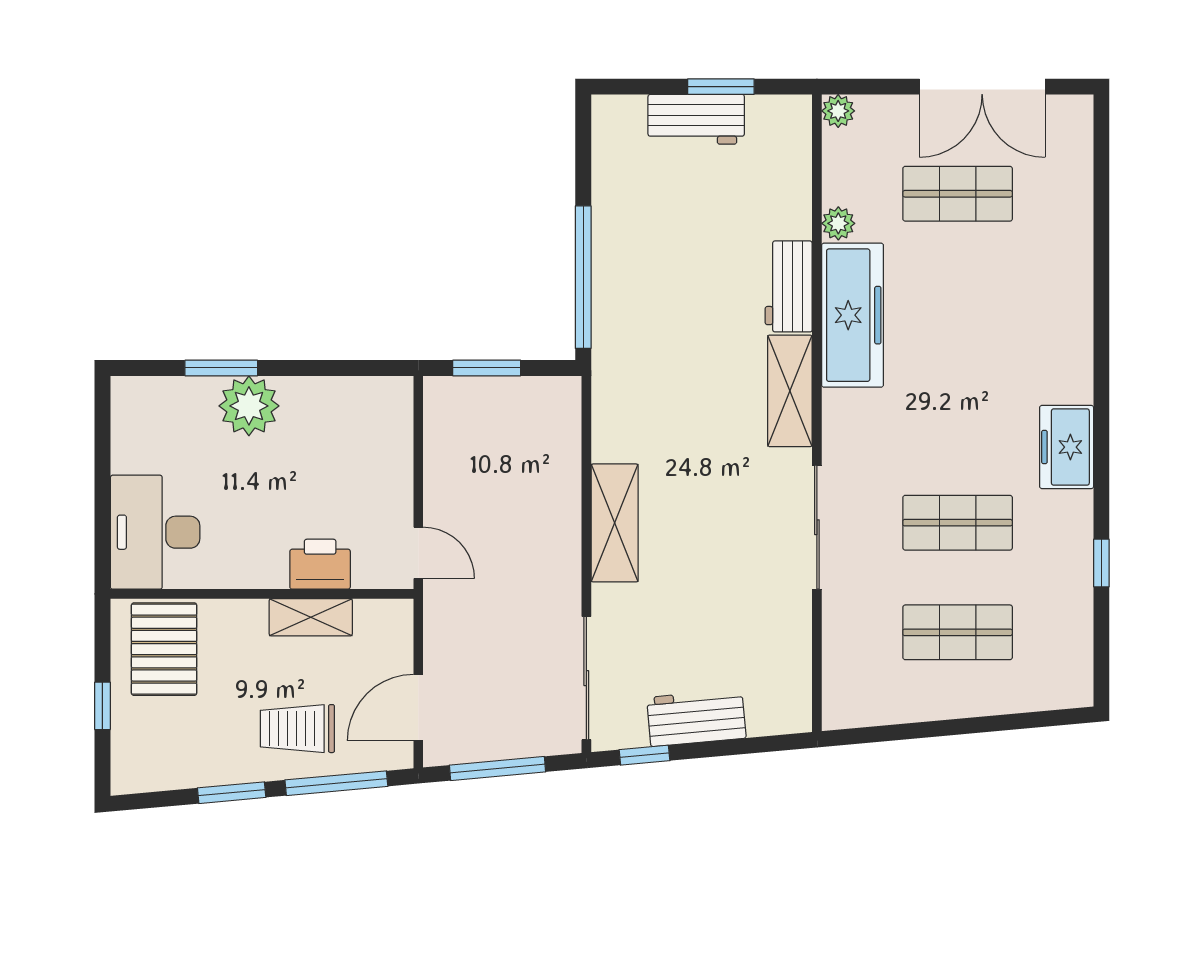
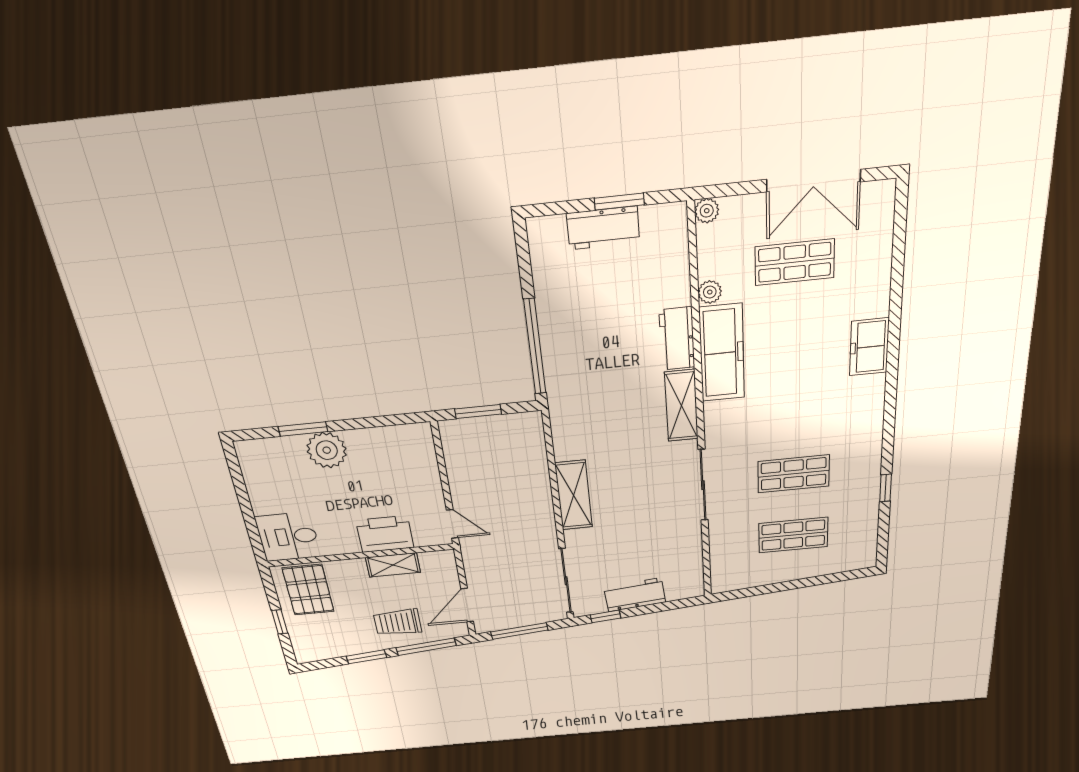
freezer: (1067, 447) -> (869, 347), moved
desk: (155, 532) -> (288, 537), width x0.73
printer: (320, 564) -> (385, 534), width x1.37, depth x1.19

